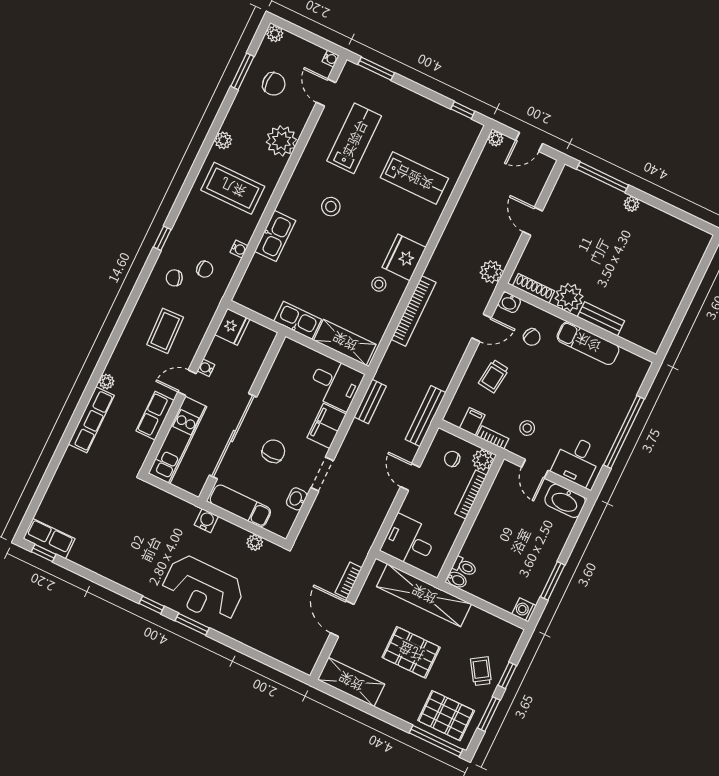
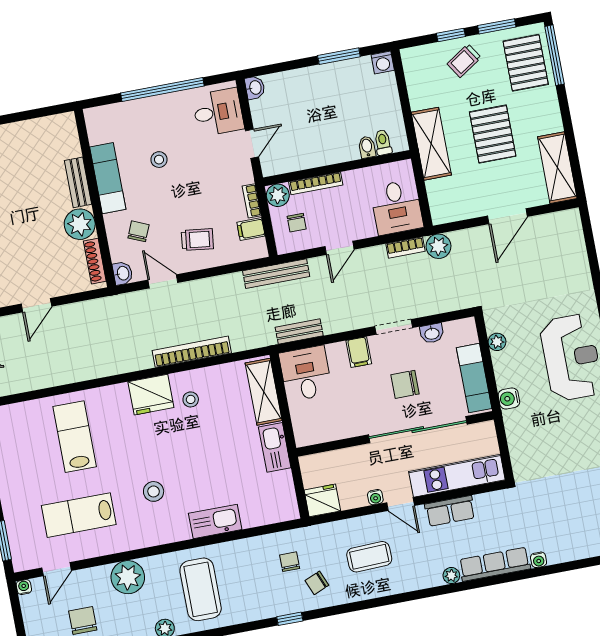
water cooler: (239, 249) -> (539, 560), moved, turned 180
plant: (491, 272) -> (438, 246), moved
chair: (174, 278) -> (317, 583), turned 88
filing cabinet: (327, 426) -> (359, 352), width x0.50
stool: (527, 428) -> (159, 160), moved
washbasin: (565, 501) -> (255, 88), width x0.52, depth x0.69
bookcase: (349, 580) -> (405, 248), moved
bidet: (457, 580) -> (367, 147), moved
shelving: (424, 595) -> (431, 144), width x0.68

